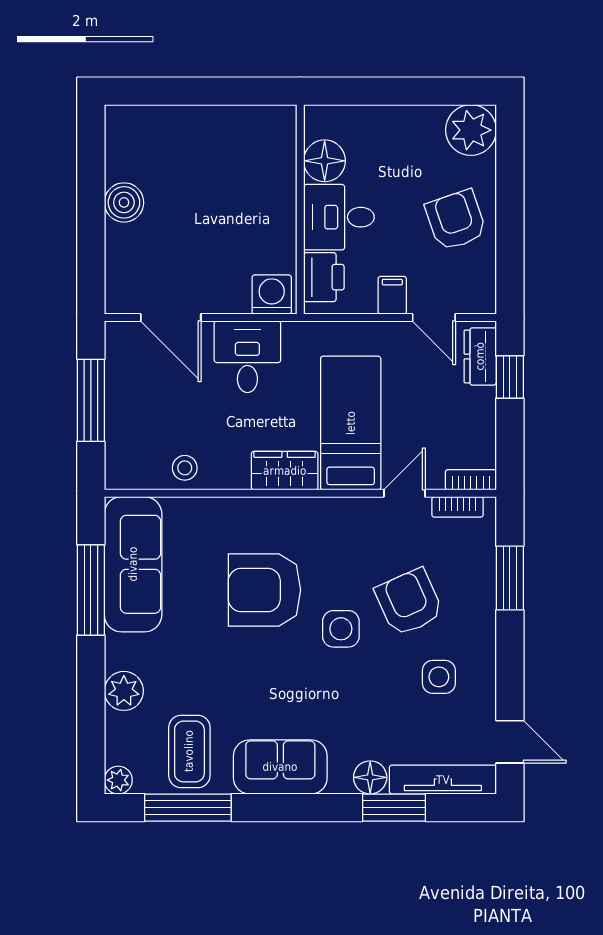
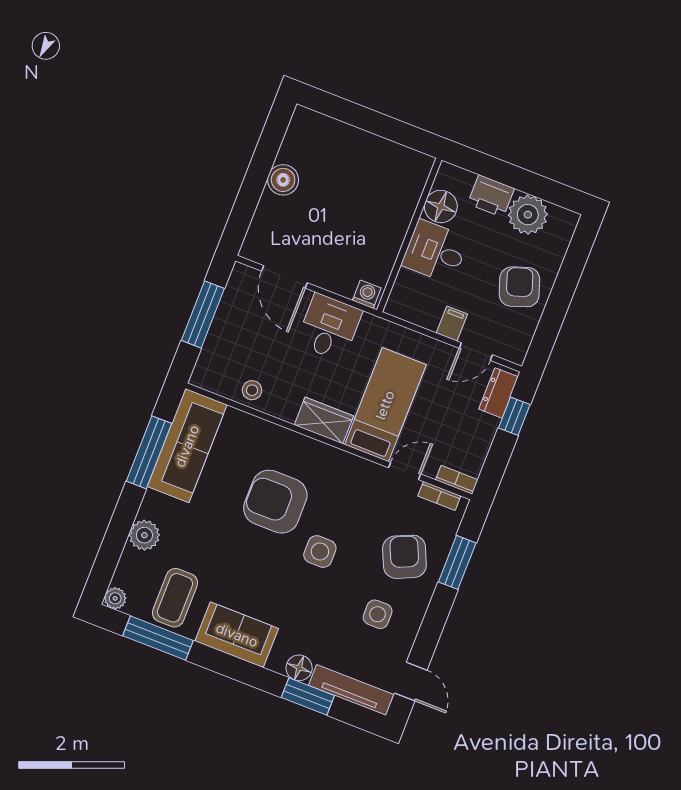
plant: (471, 130) -> (528, 215), moved
printer: (324, 277) -> (491, 196), moved, turned 90
washing machine: (272, 295) -> (367, 294), width x0.73, depth x0.73
door: (434, 318) -> (476, 352), hinge flipped
armchair: (409, 602) -> (404, 557), moved

